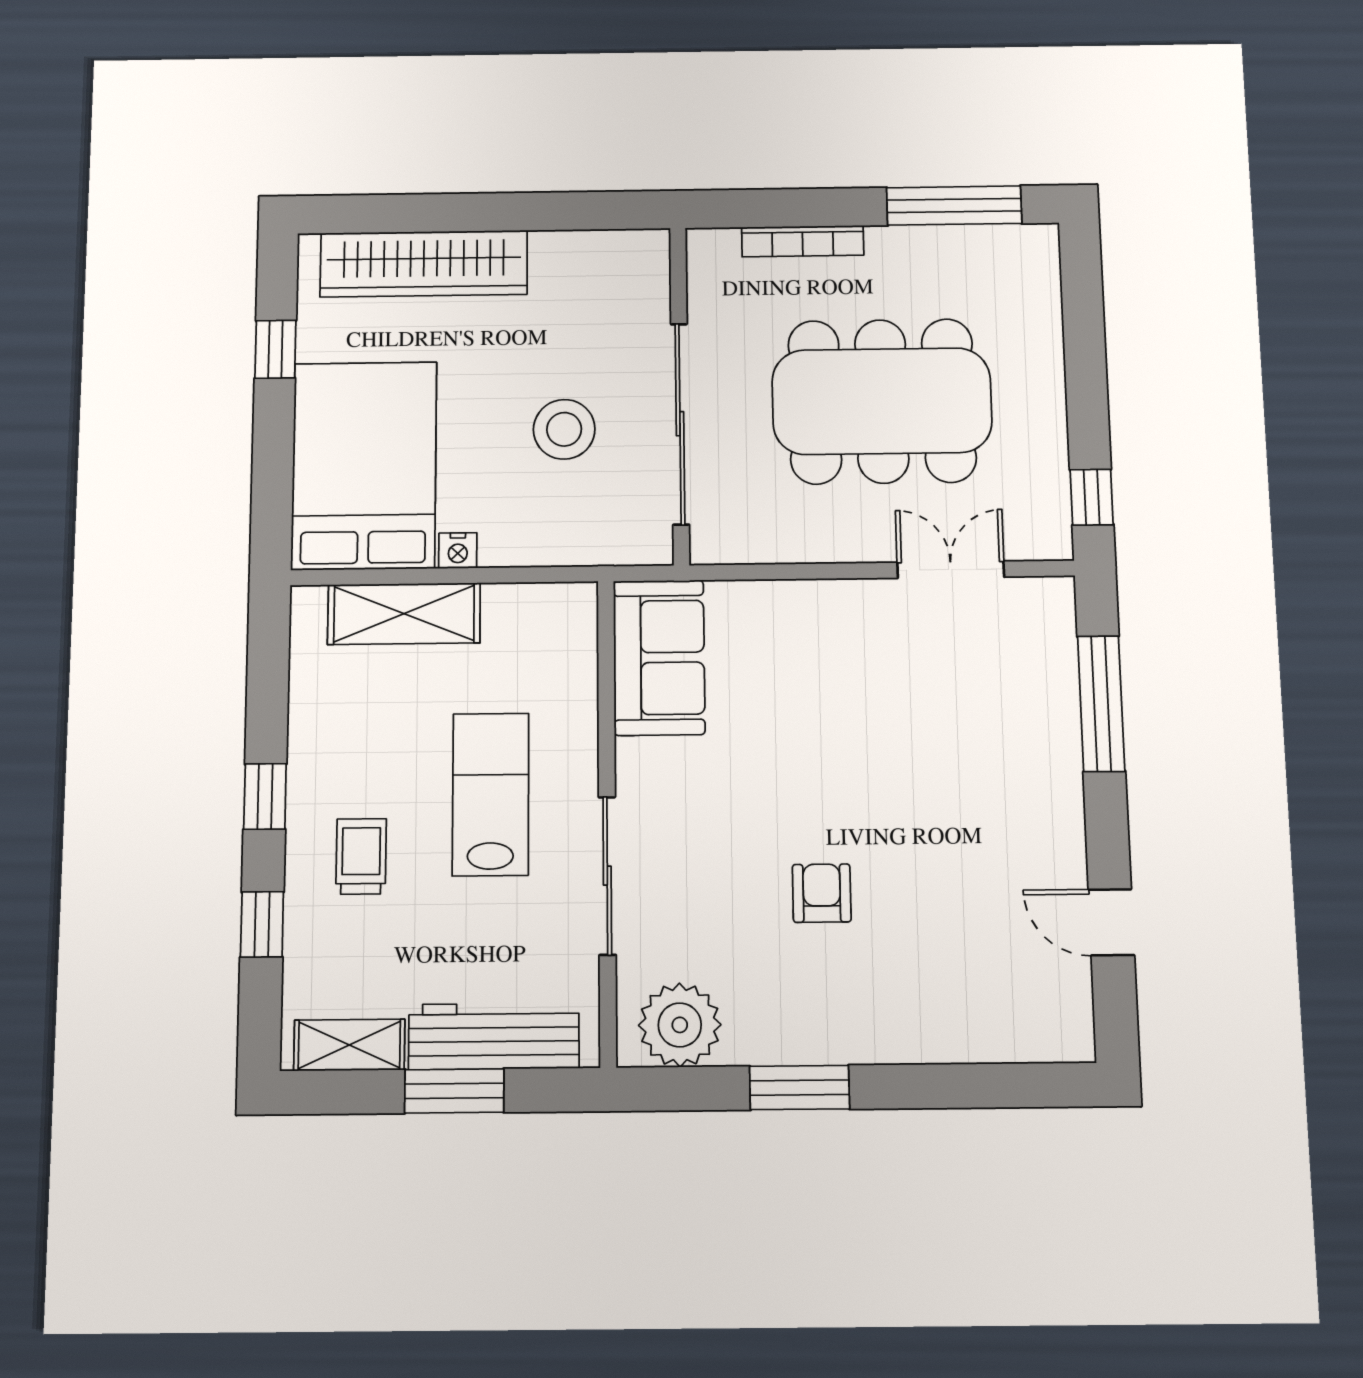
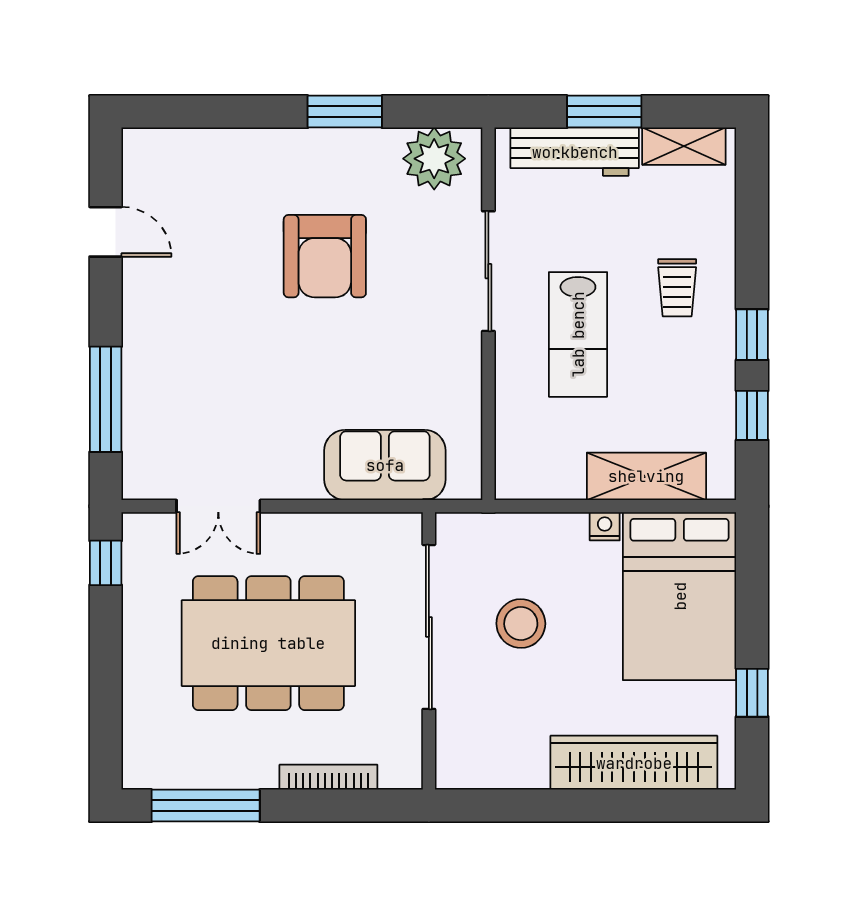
sofa: (659, 657) -> (385, 465), moved, turned 90
armchair: (822, 893) -> (325, 256), width x1.88, depth x1.88
window: (262, 924) -> (752, 415), moved

